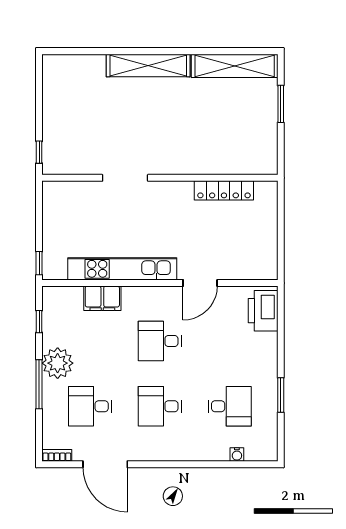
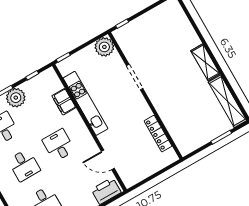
shelving: (148, 65) -> (205, 62), width x0.68
plant: (58, 196) -> (104, 47), added
door: (200, 283) -> (108, 160), moved
desk: (160, 406) -> (24, 165), turned 180

